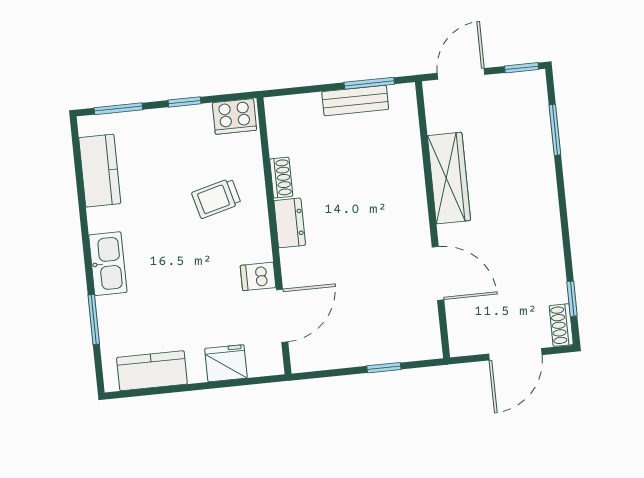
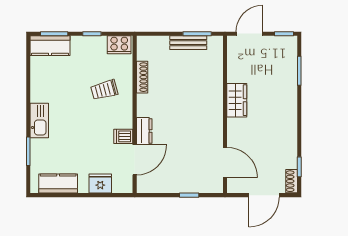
kitchen counter: (100, 171) -> (50, 46), moved, turned 90
shoe rack: (281, 178) -> (142, 77), width x1.43
wardrobe: (449, 178) -> (237, 100), width x0.67
dresser: (290, 223) -> (144, 131), moved
door: (438, 273) -> (225, 163), moved

